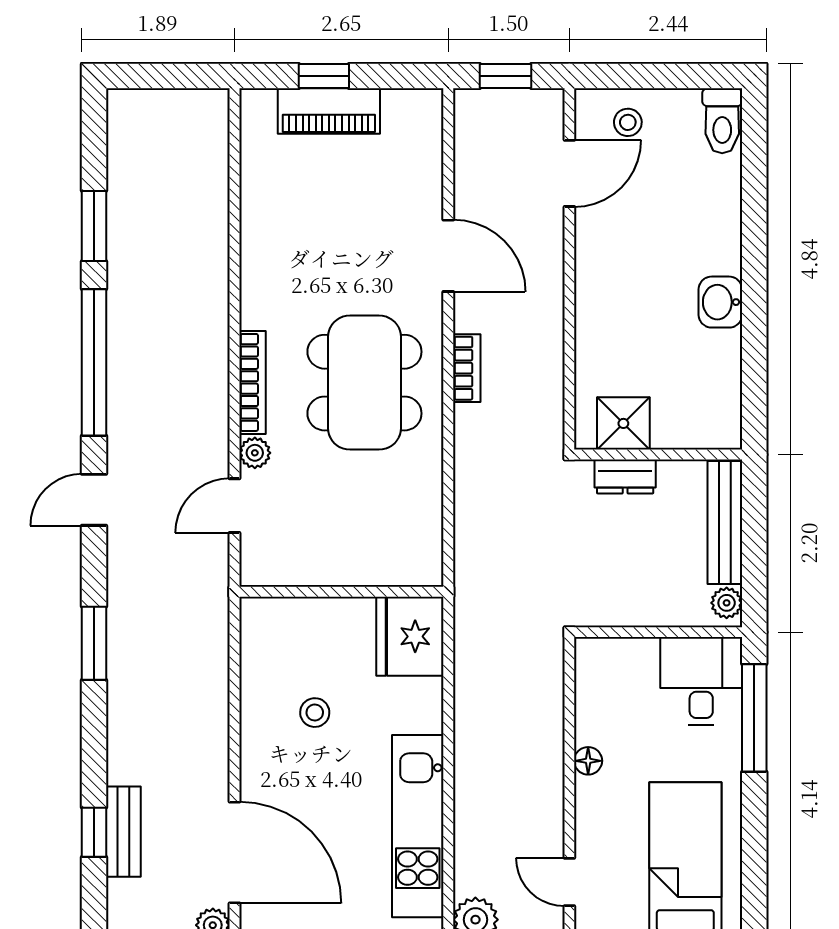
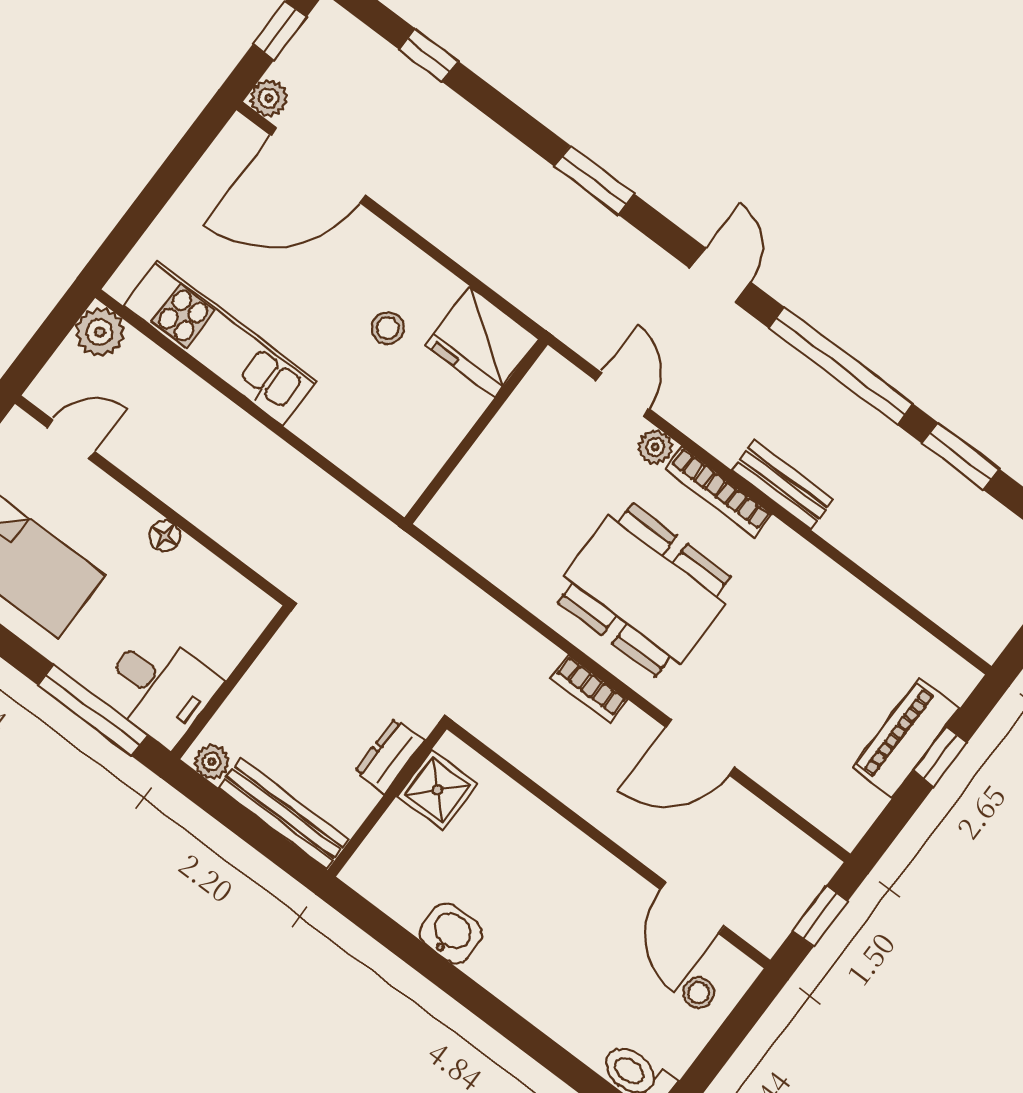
washbasin: (720, 302) -> (451, 933), moved
fridge: (410, 636) -> (482, 342), moved, turned 180
bench: (123, 832) -> (782, 485), moved

